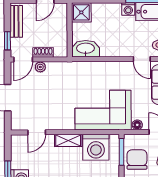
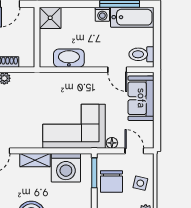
washbasin: (86, 49) -> (69, 58), moved
chair: (137, 160) -> (111, 181), turned 180

